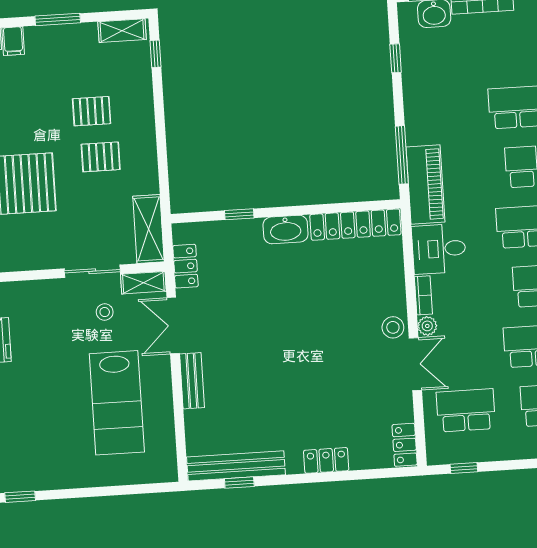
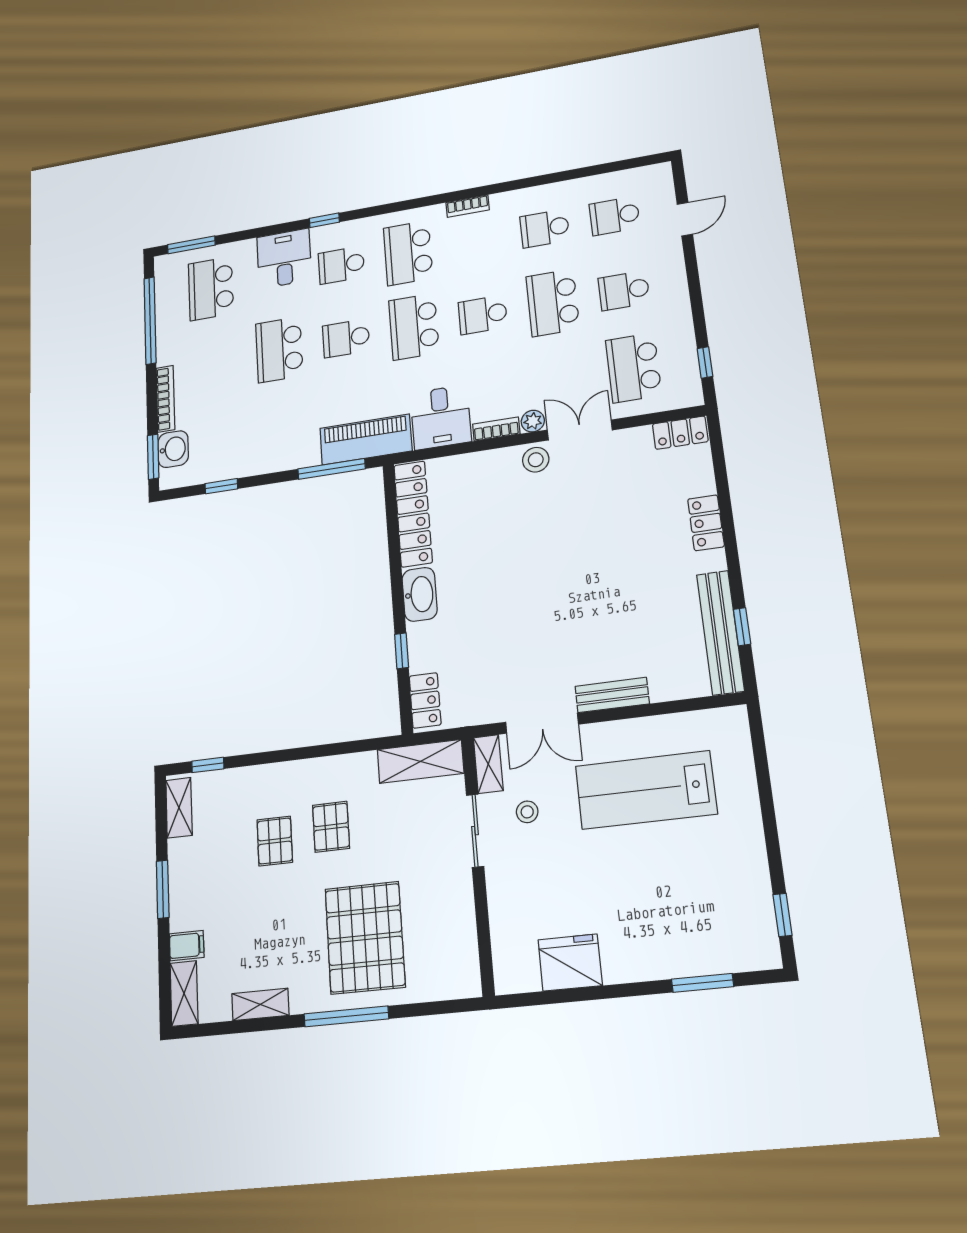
locker: (185, 266) -> (425, 700), moved, turned 90
lab bench: (117, 403) -> (646, 790), turned 180

